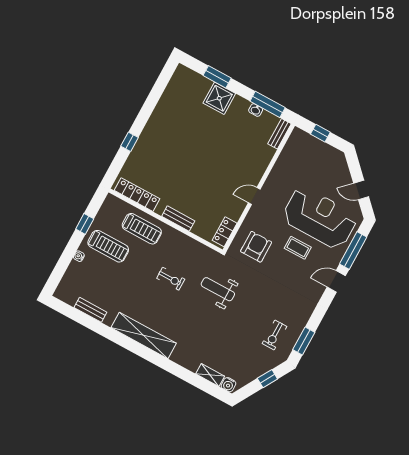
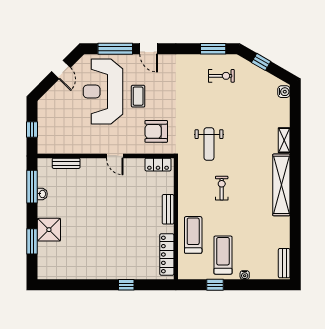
bench: (279, 134) -> (66, 163), moved
bench: (90, 310) -> (284, 263), moved
shelving: (210, 375) -> (284, 140), moved

